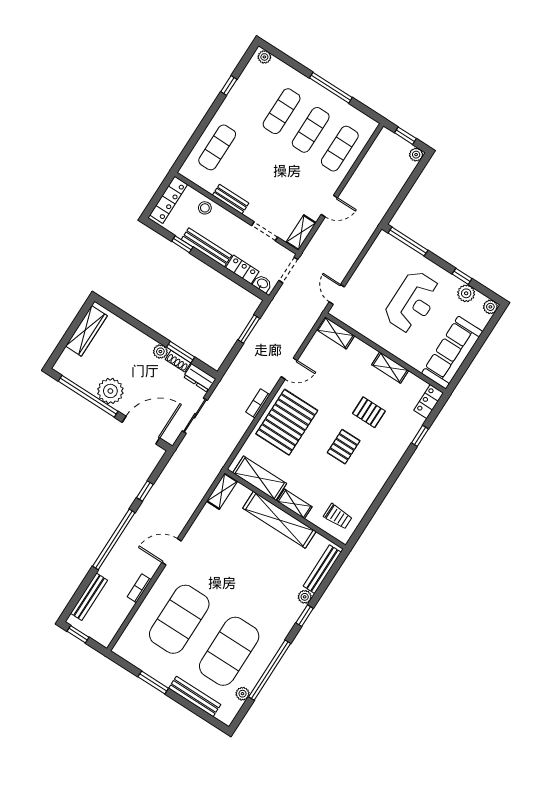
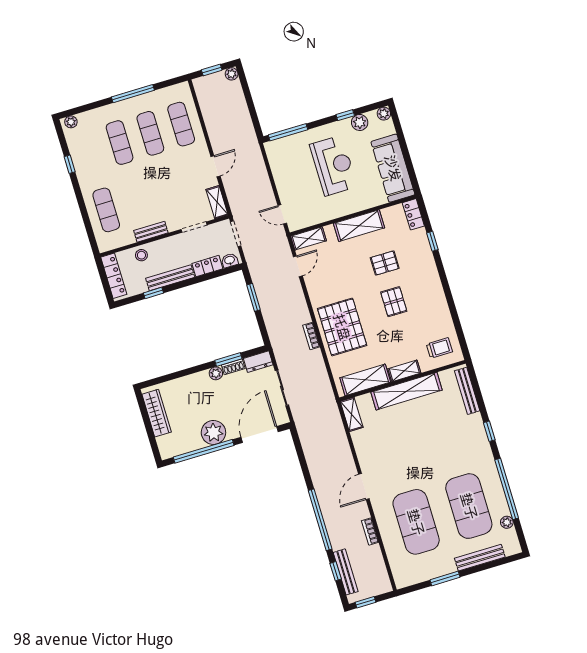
shelving: (390, 368) -> (359, 226), width x1.50, depth x1.33
door: (289, 369) -> (298, 266), moved
window: (145, 491) -> (336, 571), moved
plant: (305, 597) -> (476, 420), removed

